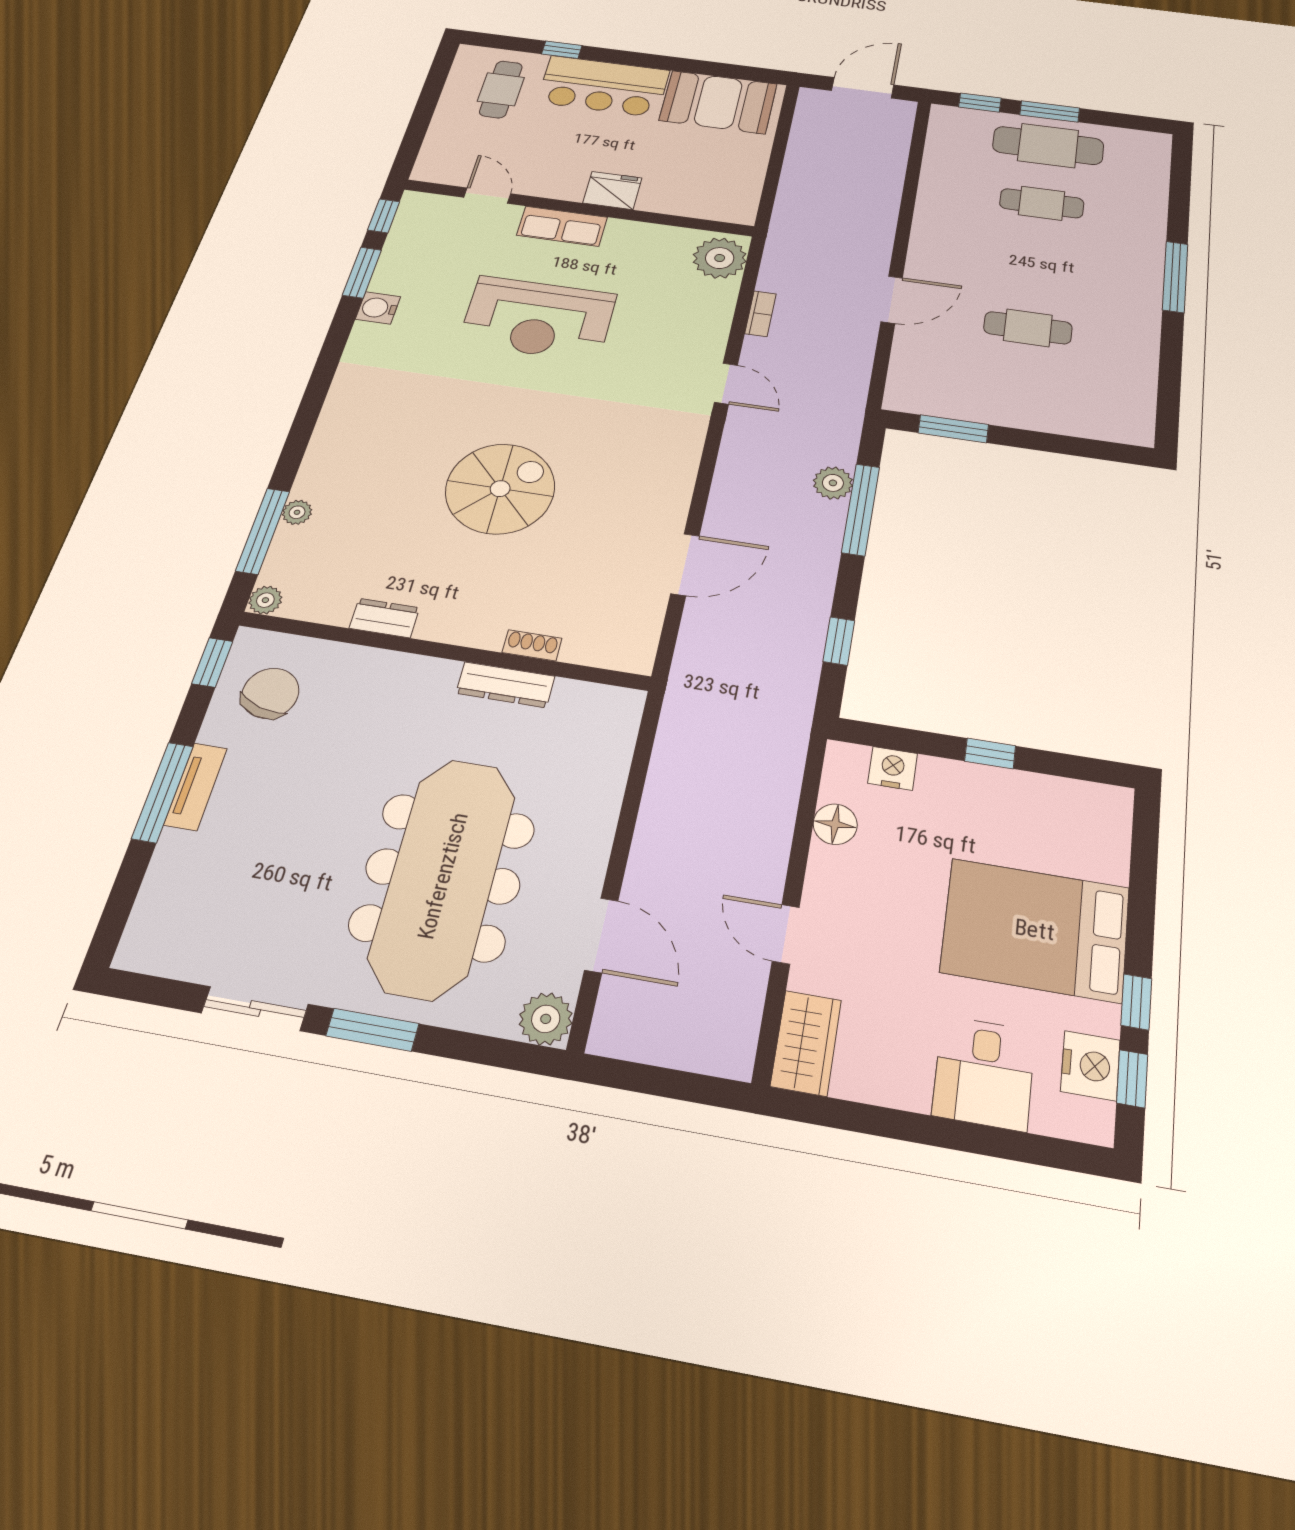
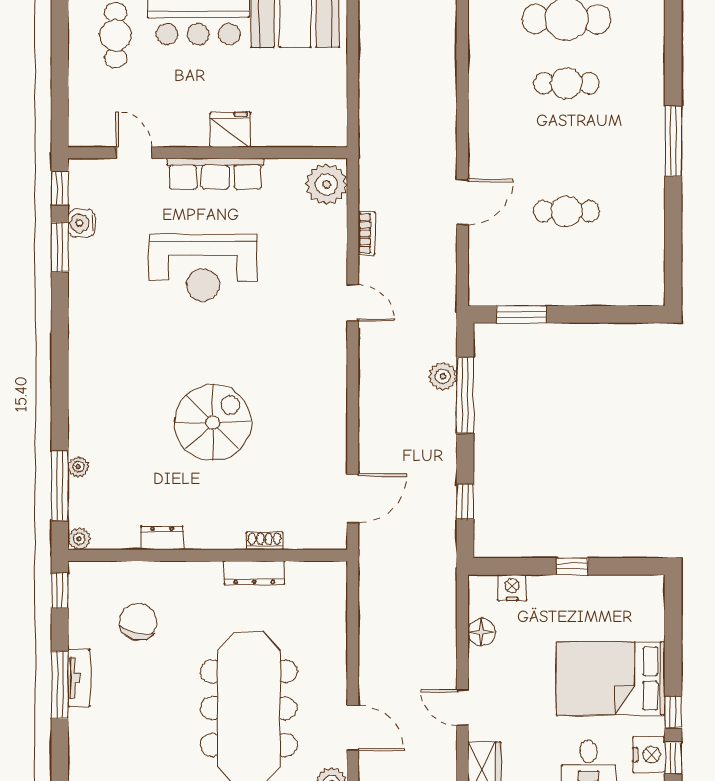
row of seats: (562, 226) -> (215, 174), width x1.48
water cooler: (378, 308) -> (82, 223), moved
door: (685, 565) -> (353, 498), moved
chair: (270, 693) -> (138, 622), moved

